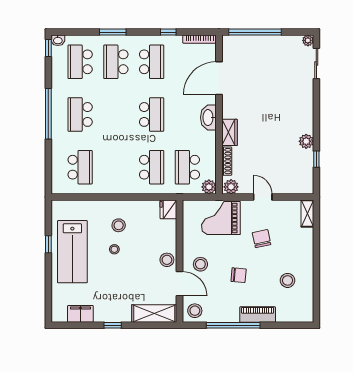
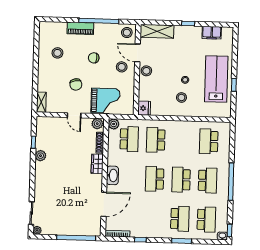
school desk: (152, 62) -> (181, 180), moved

